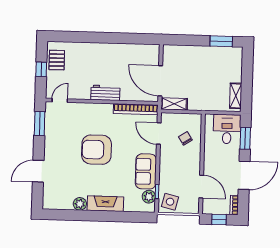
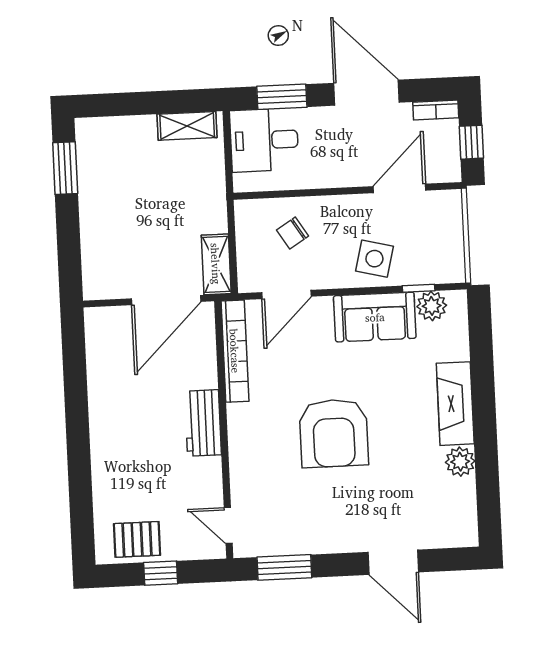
side table: (170, 202) -> (374, 259), moved

